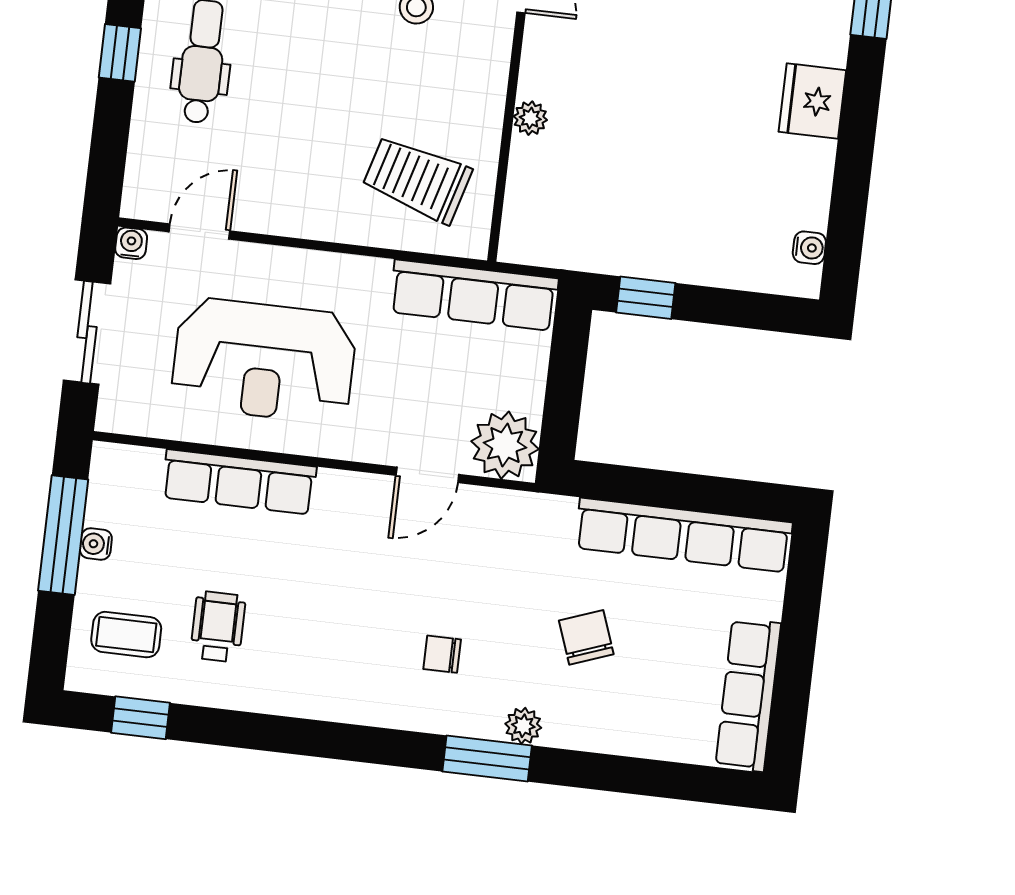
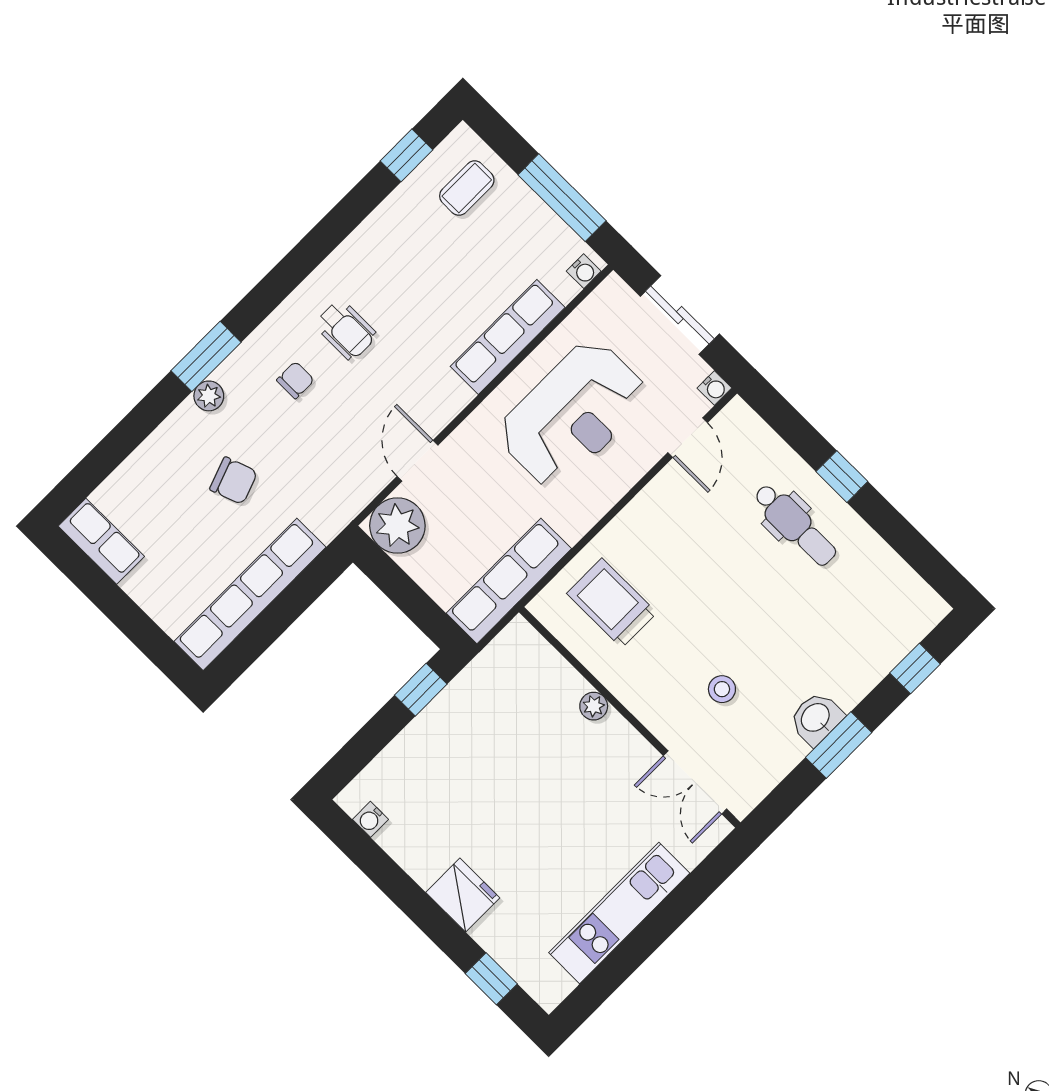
trolley: (417, 179) -> (612, 603), turned -106
reception desk: (264, 360) -> (573, 414), turned 180
water cooler: (96, 544) -> (584, 271), moved, turned 90
wheelchair: (218, 627) -> (346, 330), moved
row of seats: (748, 695) -> (101, 541), width x0.68

